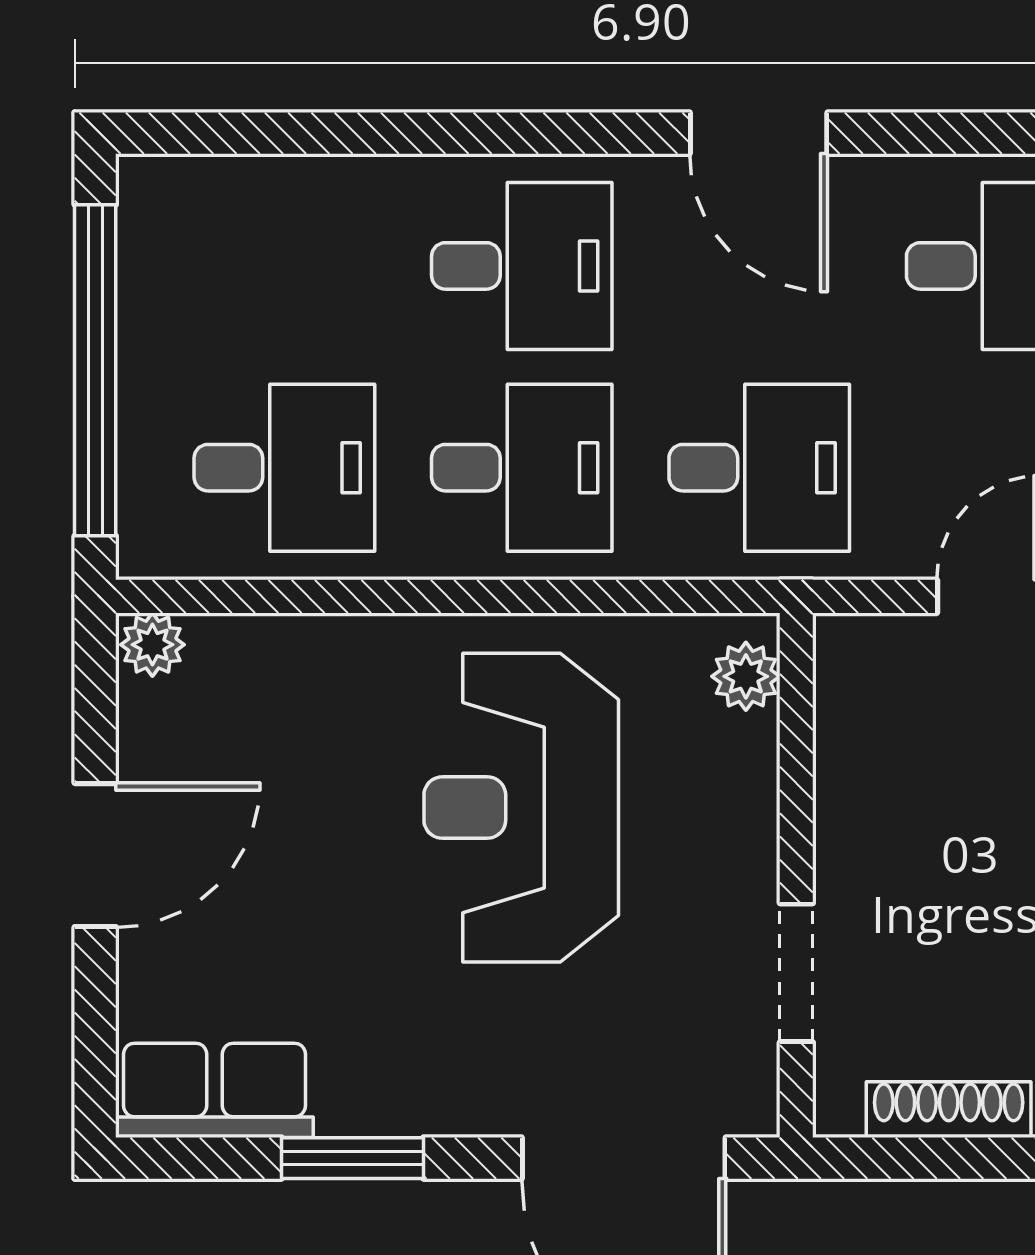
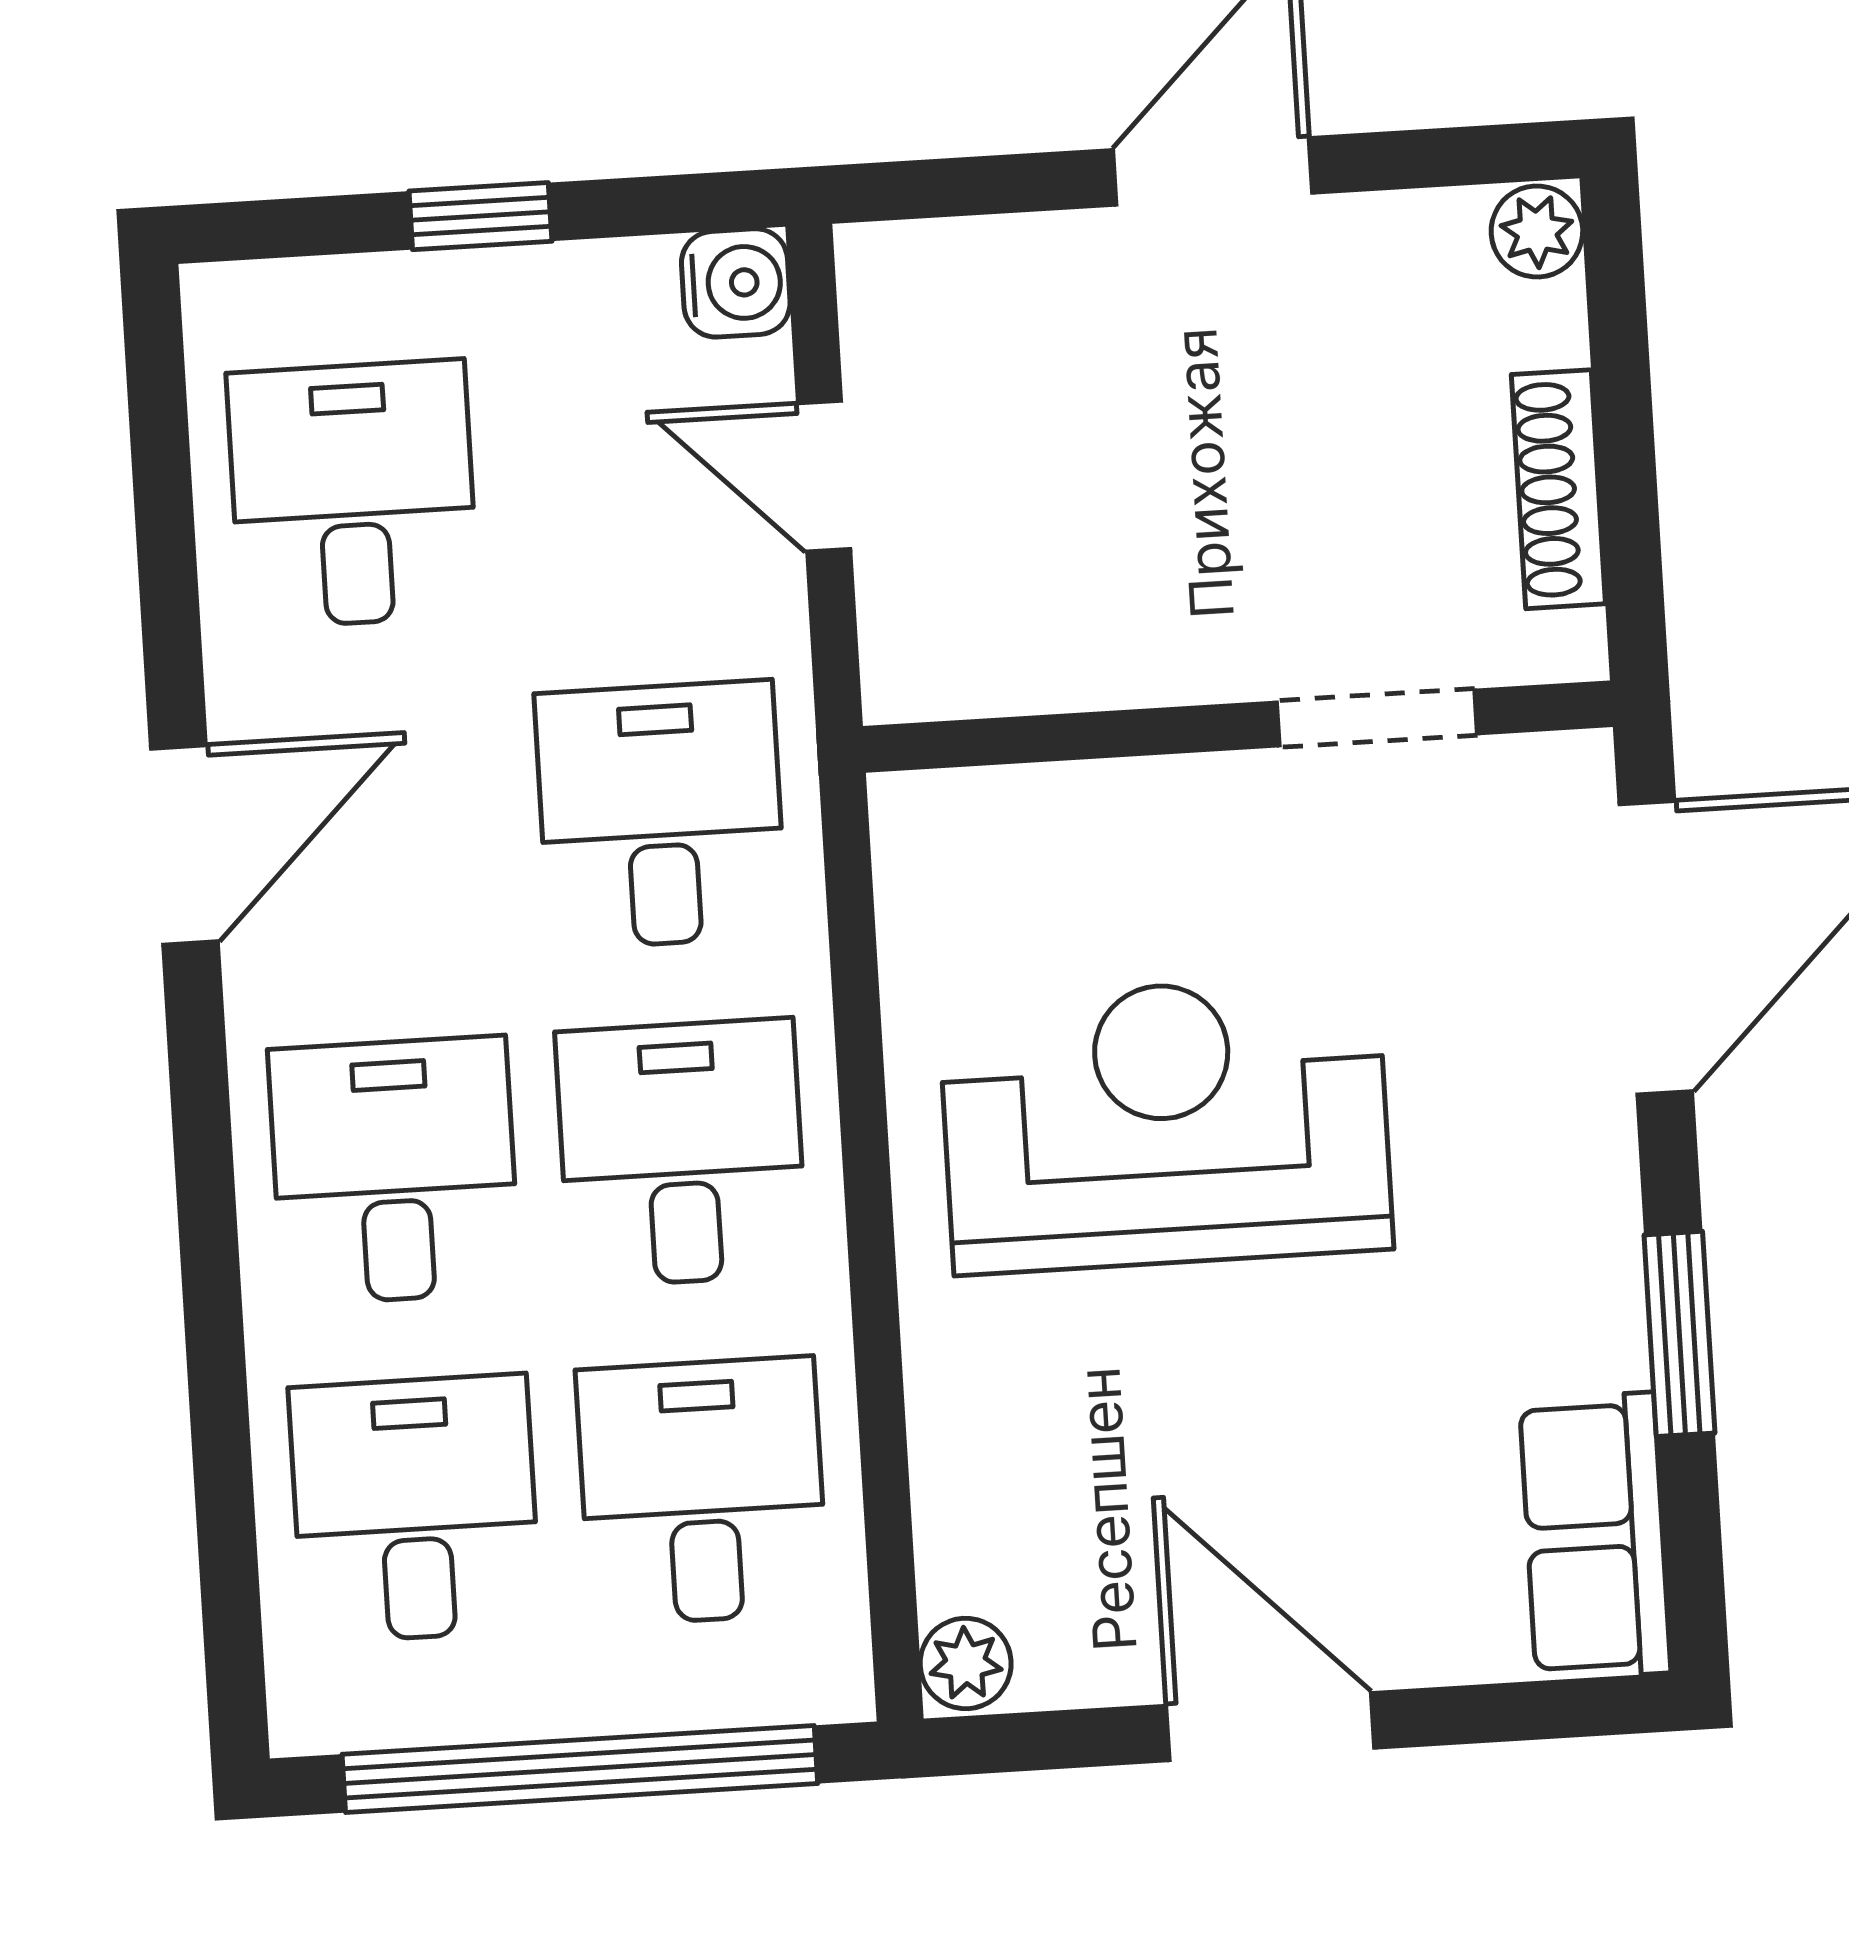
desk: (284, 266) -> (415, 1509), added
plant: (746, 676) -> (959, 816), removed
reception desk: (521, 808) -> (1166, 1124), turned 180

